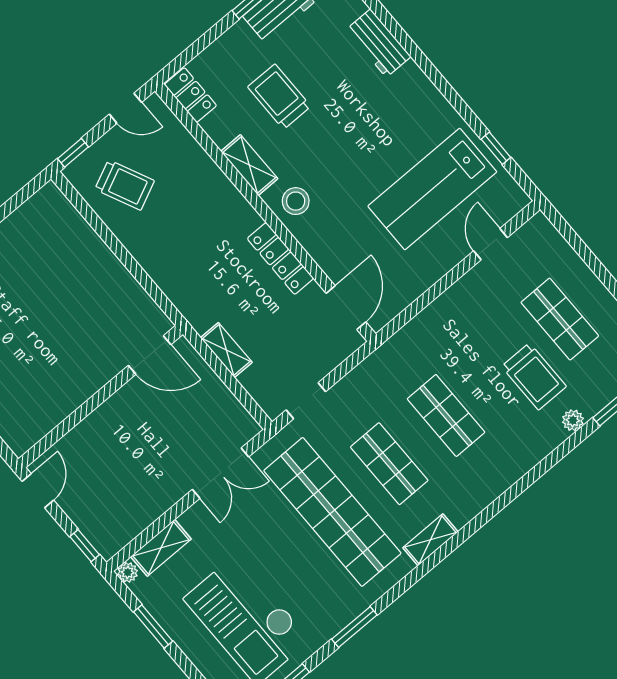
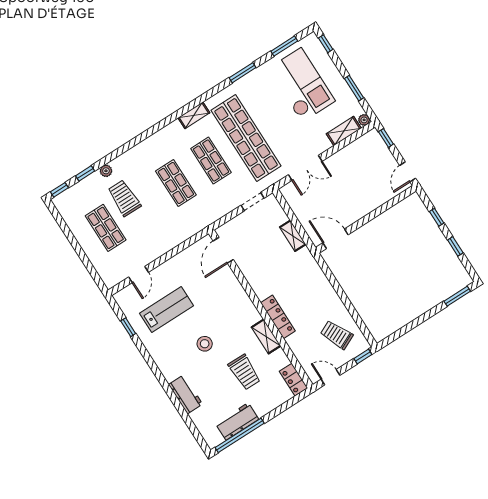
lab bench: (432, 189) -> (167, 309), width x0.73, depth x0.72
stool: (296, 201) -> (205, 344), moved
locker: (280, 258) -> (278, 317), moved
double door: (220, 473) -> (305, 168), swing flipped

